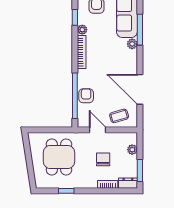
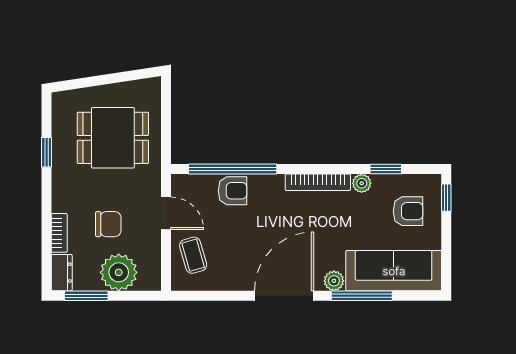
door: (140, 89) -> (284, 296), moved
door: (98, 130) -> (166, 213), hinge flipped
plant: (132, 150) -> (119, 272), width x1.87, depth x1.87

